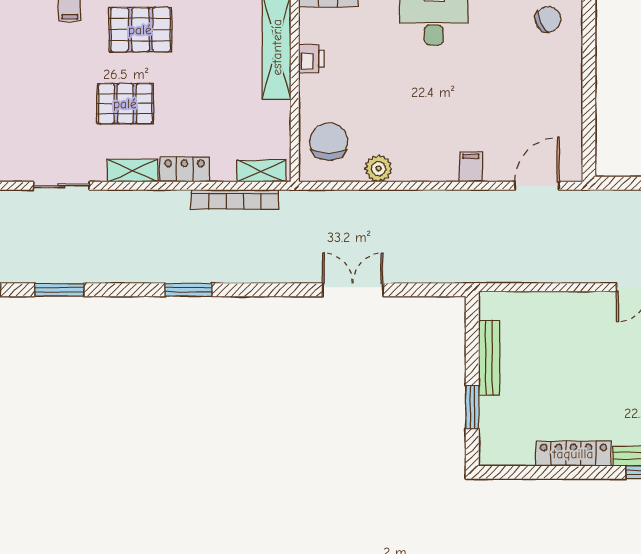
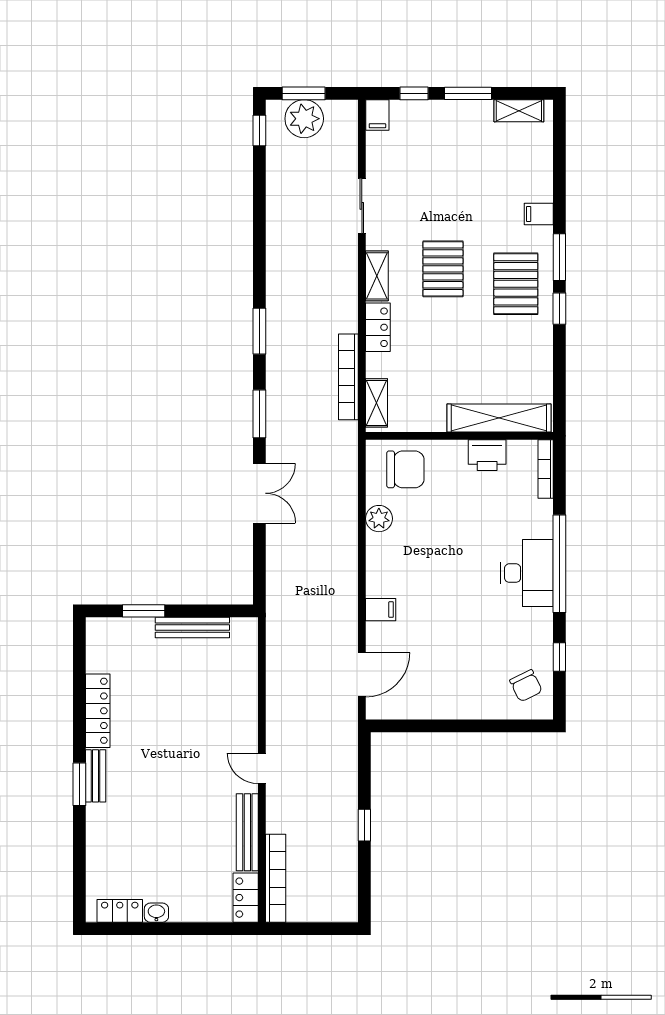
printer: (311, 59) -> (487, 455), width x1.36, depth x1.24
door: (537, 186) -> (362, 675), hinge flipped
window: (59, 290) -> (259, 414), moved

